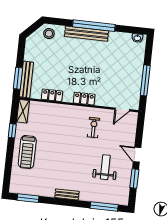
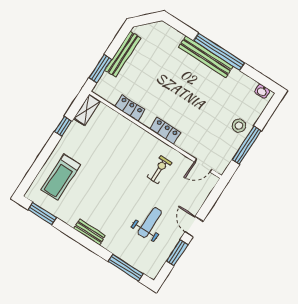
stool: (49, 34) -> (239, 126), moved
bench: (26, 80) -> (123, 54), moved
treadmill: (27, 152) -> (61, 177), moved

